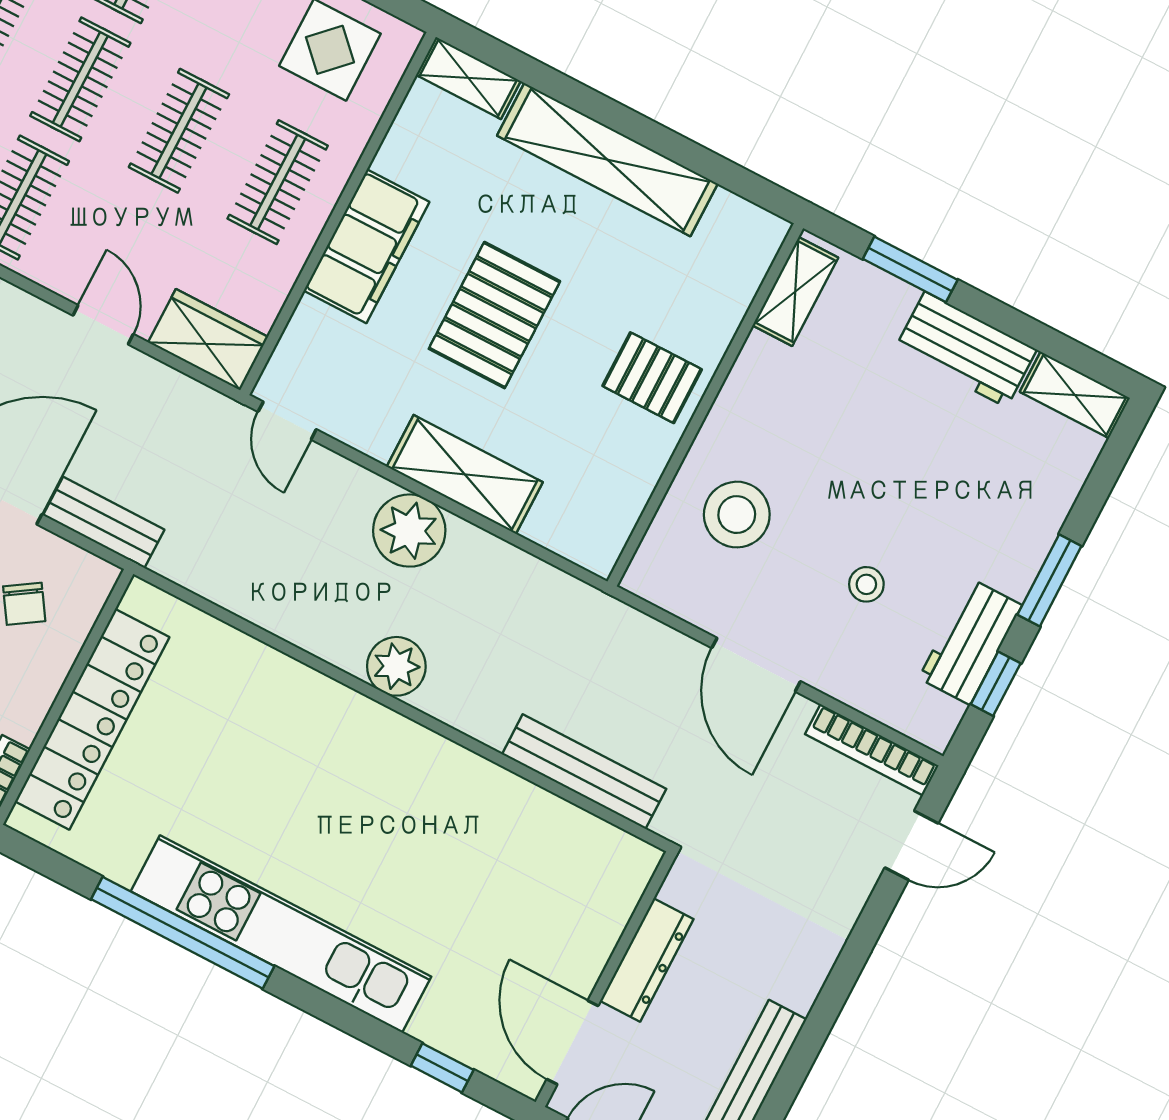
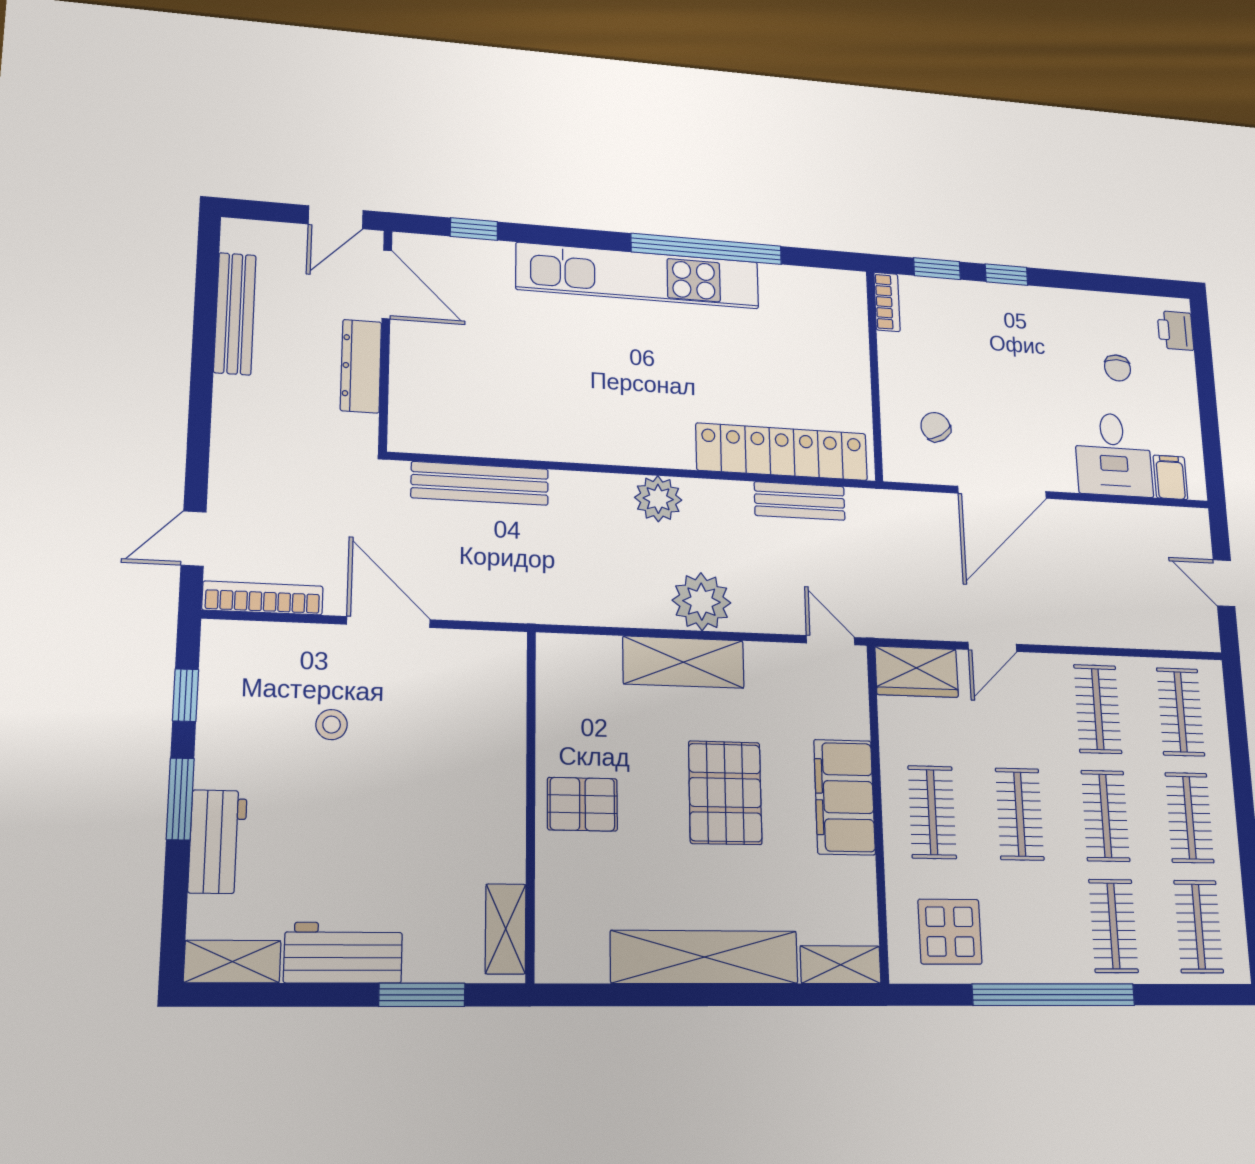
door: (103, 325) -> (992, 647), hinge flipped
stool: (737, 515) -> (463, 730), removed
bench: (104, 522) -> (800, 501), moved
workbench: (970, 642) -> (218, 842), moved
locker: (92, 719) -> (782, 452), moved, turned 90

